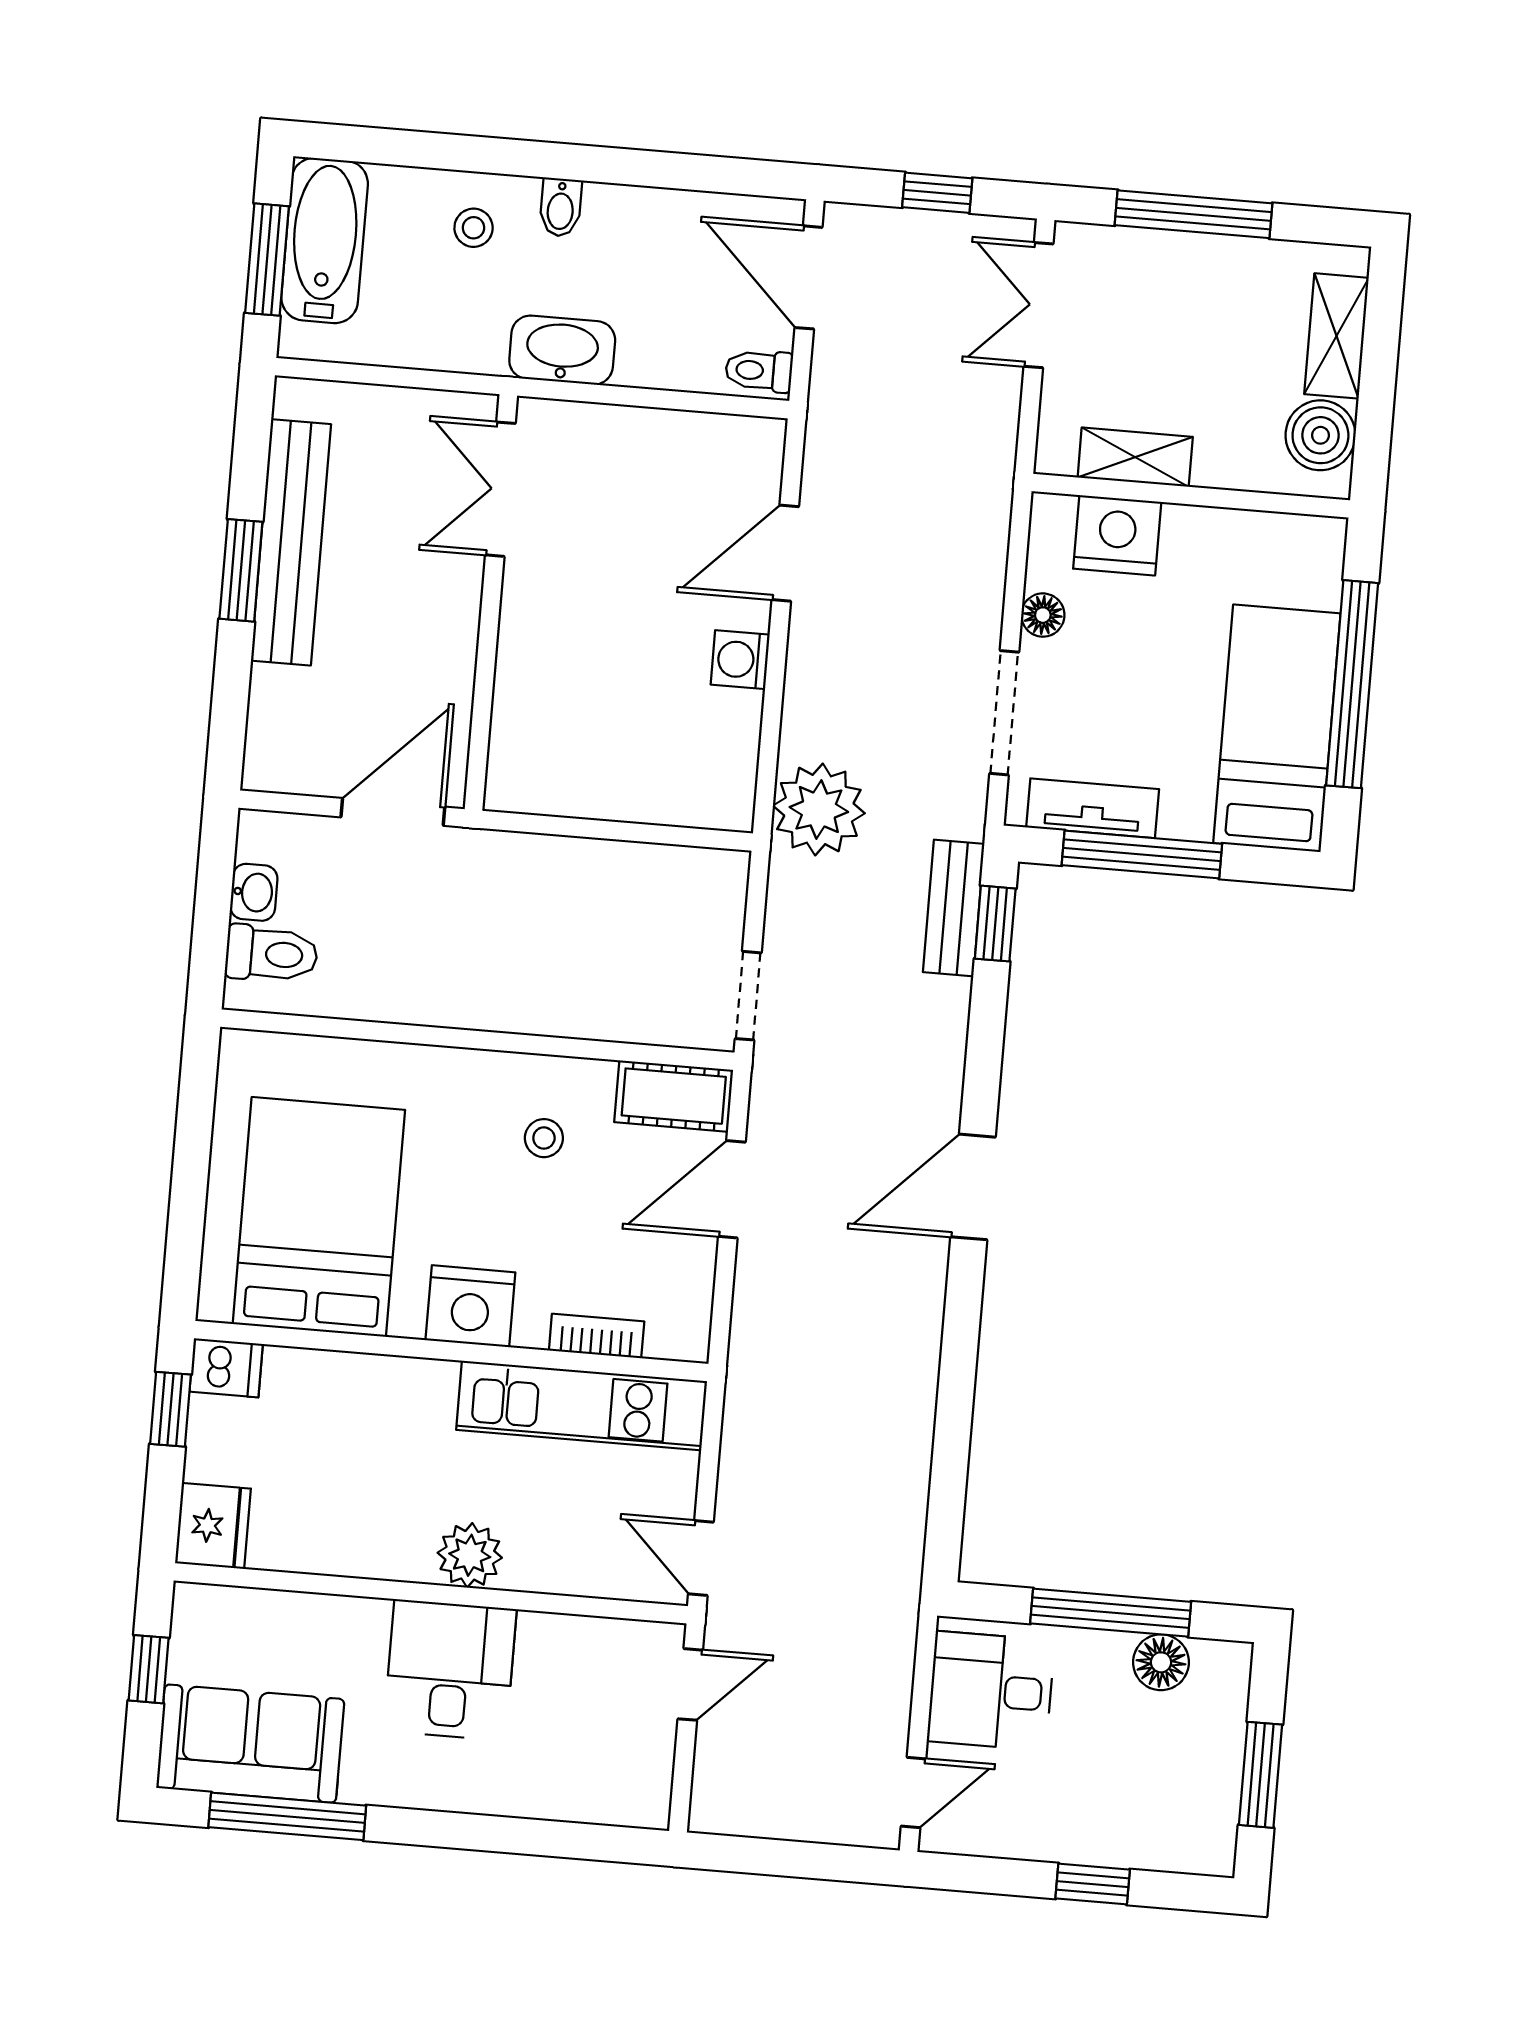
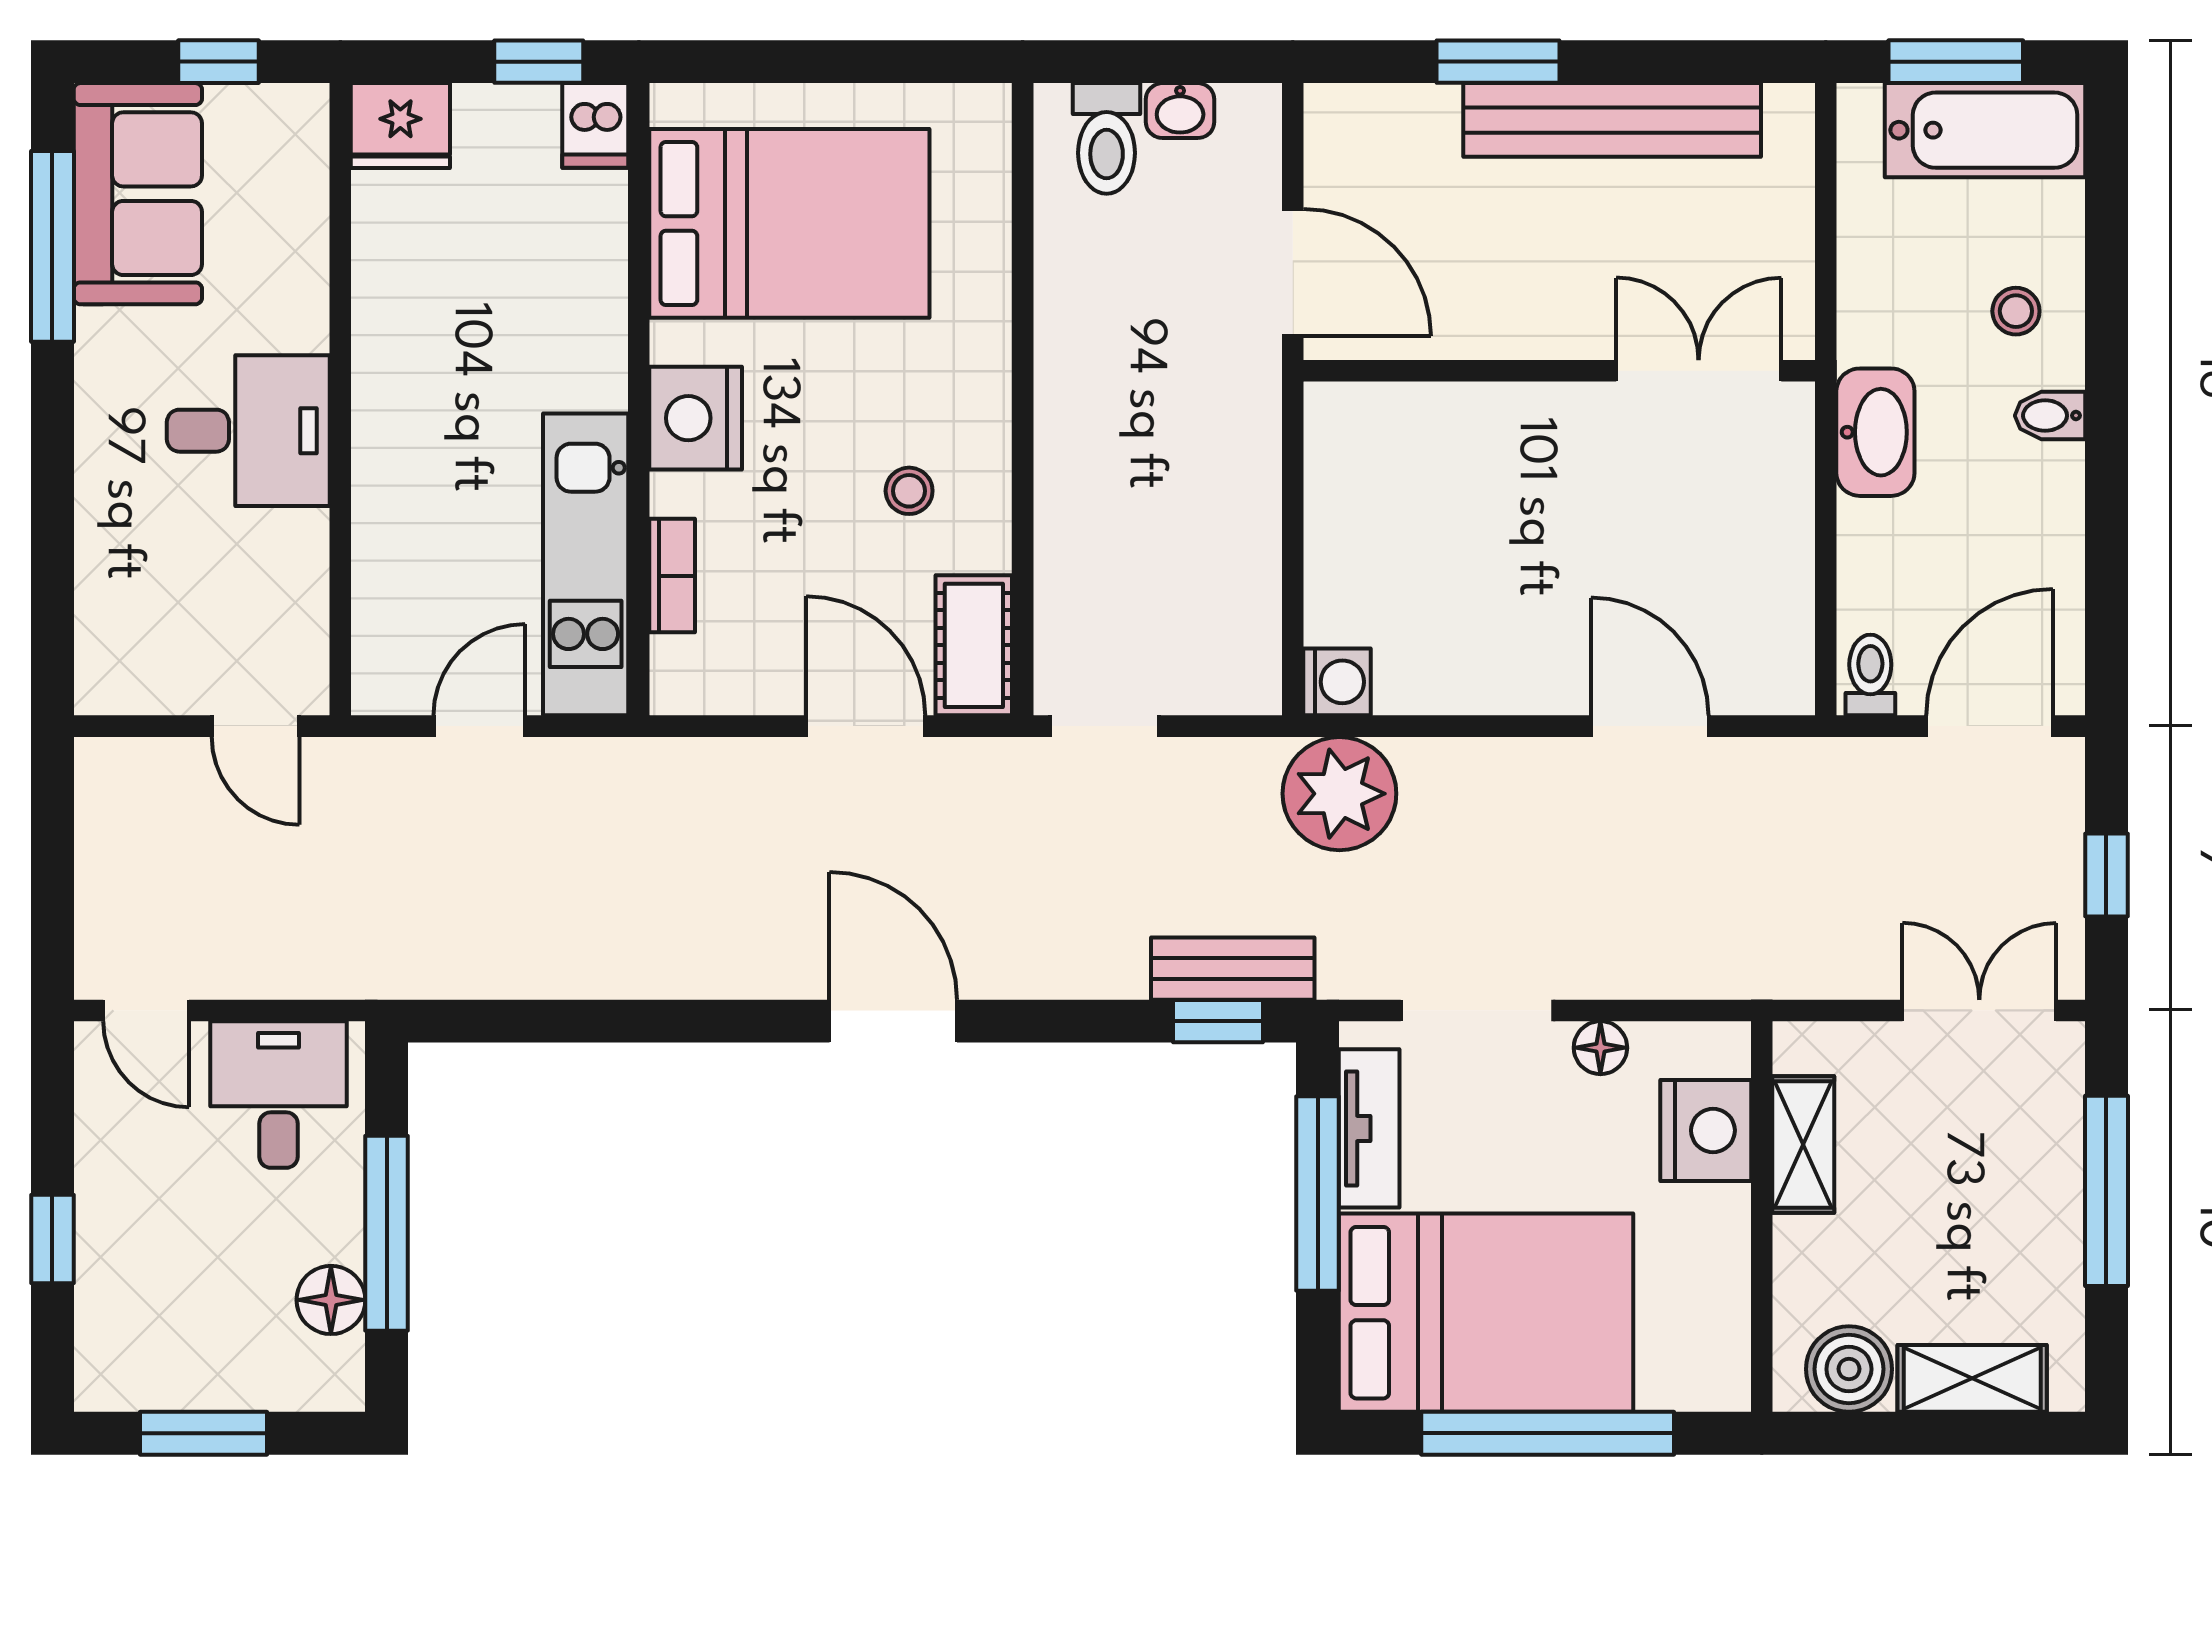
window: (241, 570) -> (1498, 62), moved
washing machine: (740, 660) -> (1337, 682), moved, turned 90
bed: (1277, 728) -> (1486, 1313), width x1.50
plant: (470, 1555) -> (391, 443), removed
door: (701, 1558) -> (479, 726), moved

